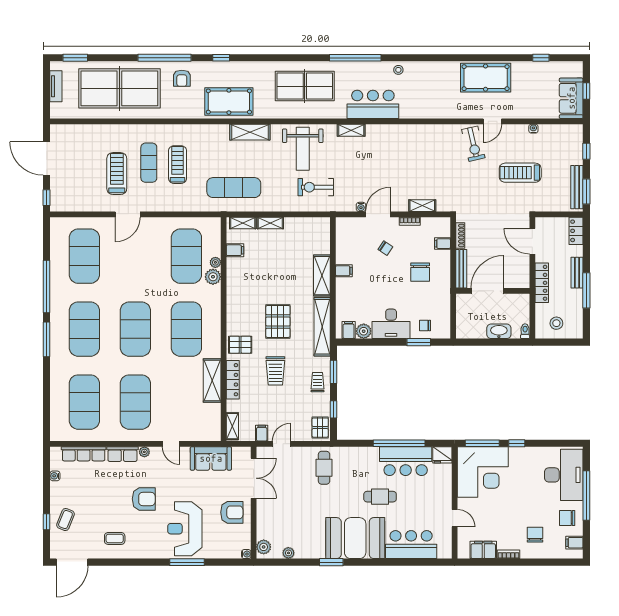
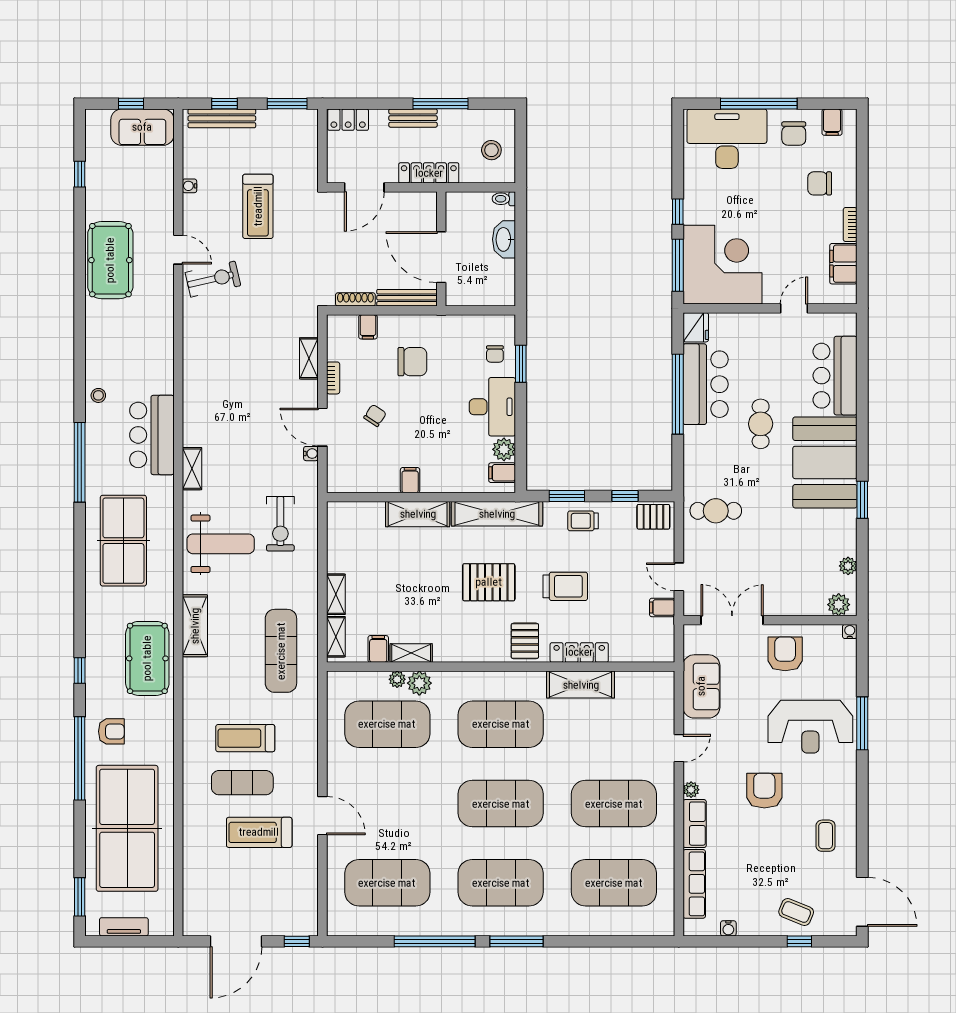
bench: (577, 187) -> (222, 118), moved
shelving: (232, 426) -> (411, 653), moved

